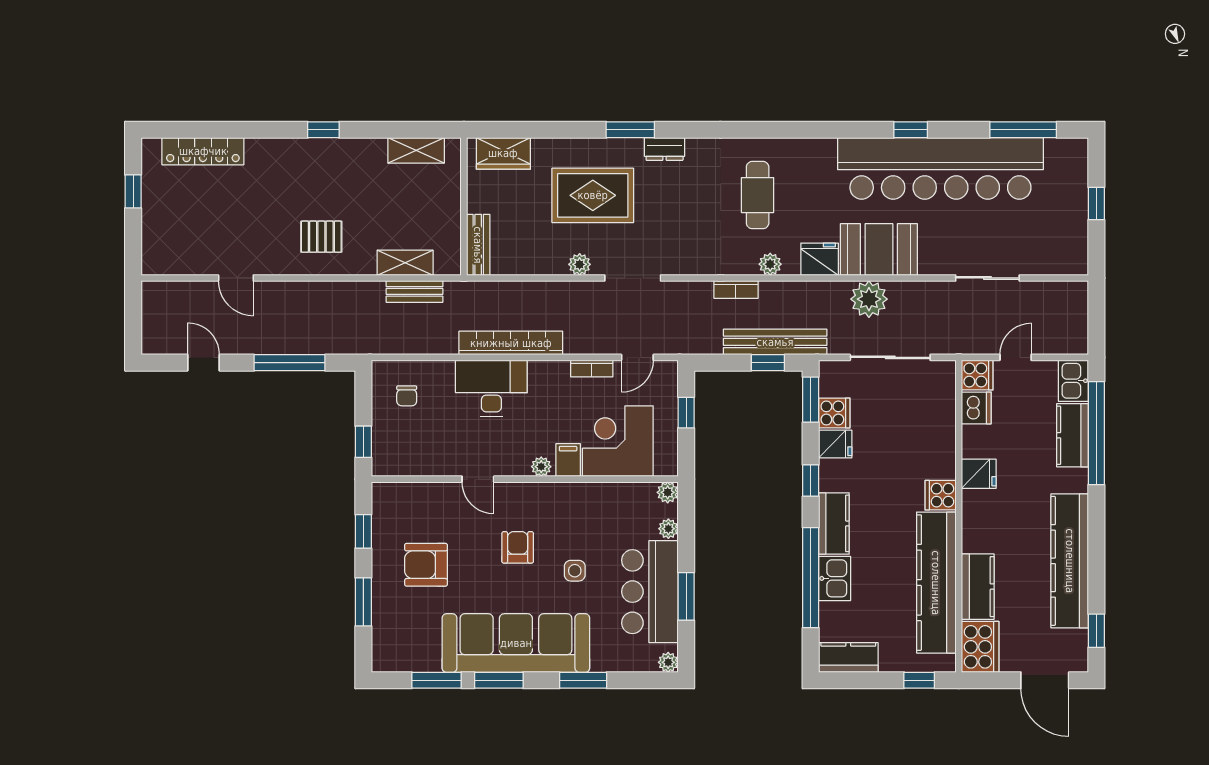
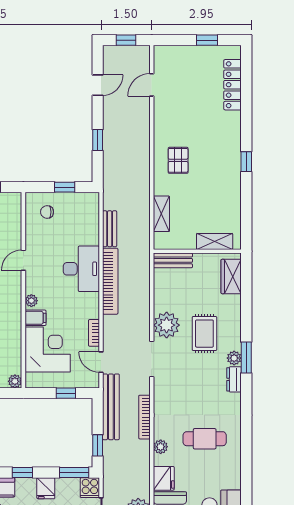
plant: (631, 149) -> (234, 358), added
shelving: (416, 150) -> (215, 241), moved, turned 90
rug: (593, 195) -> (204, 334), width x0.73, depth x0.70
plant: (580, 264) -> (167, 325), width x1.88, depth x1.88
door: (236, 278) -> (152, 85), moved
bookcase: (736, 289) -> (144, 417), width x1.56
bench: (414, 291) -> (110, 229), moved
window: (133, 318) -> (126, 40), added
bench: (775, 342) -> (111, 407), moved
window: (290, 363) -> (98, 140), width x0.46
chair: (407, 396) -> (47, 212), moved
cooker: (834, 413) -> (90, 488), moved
window: (363, 442) -> (65, 187), moved

